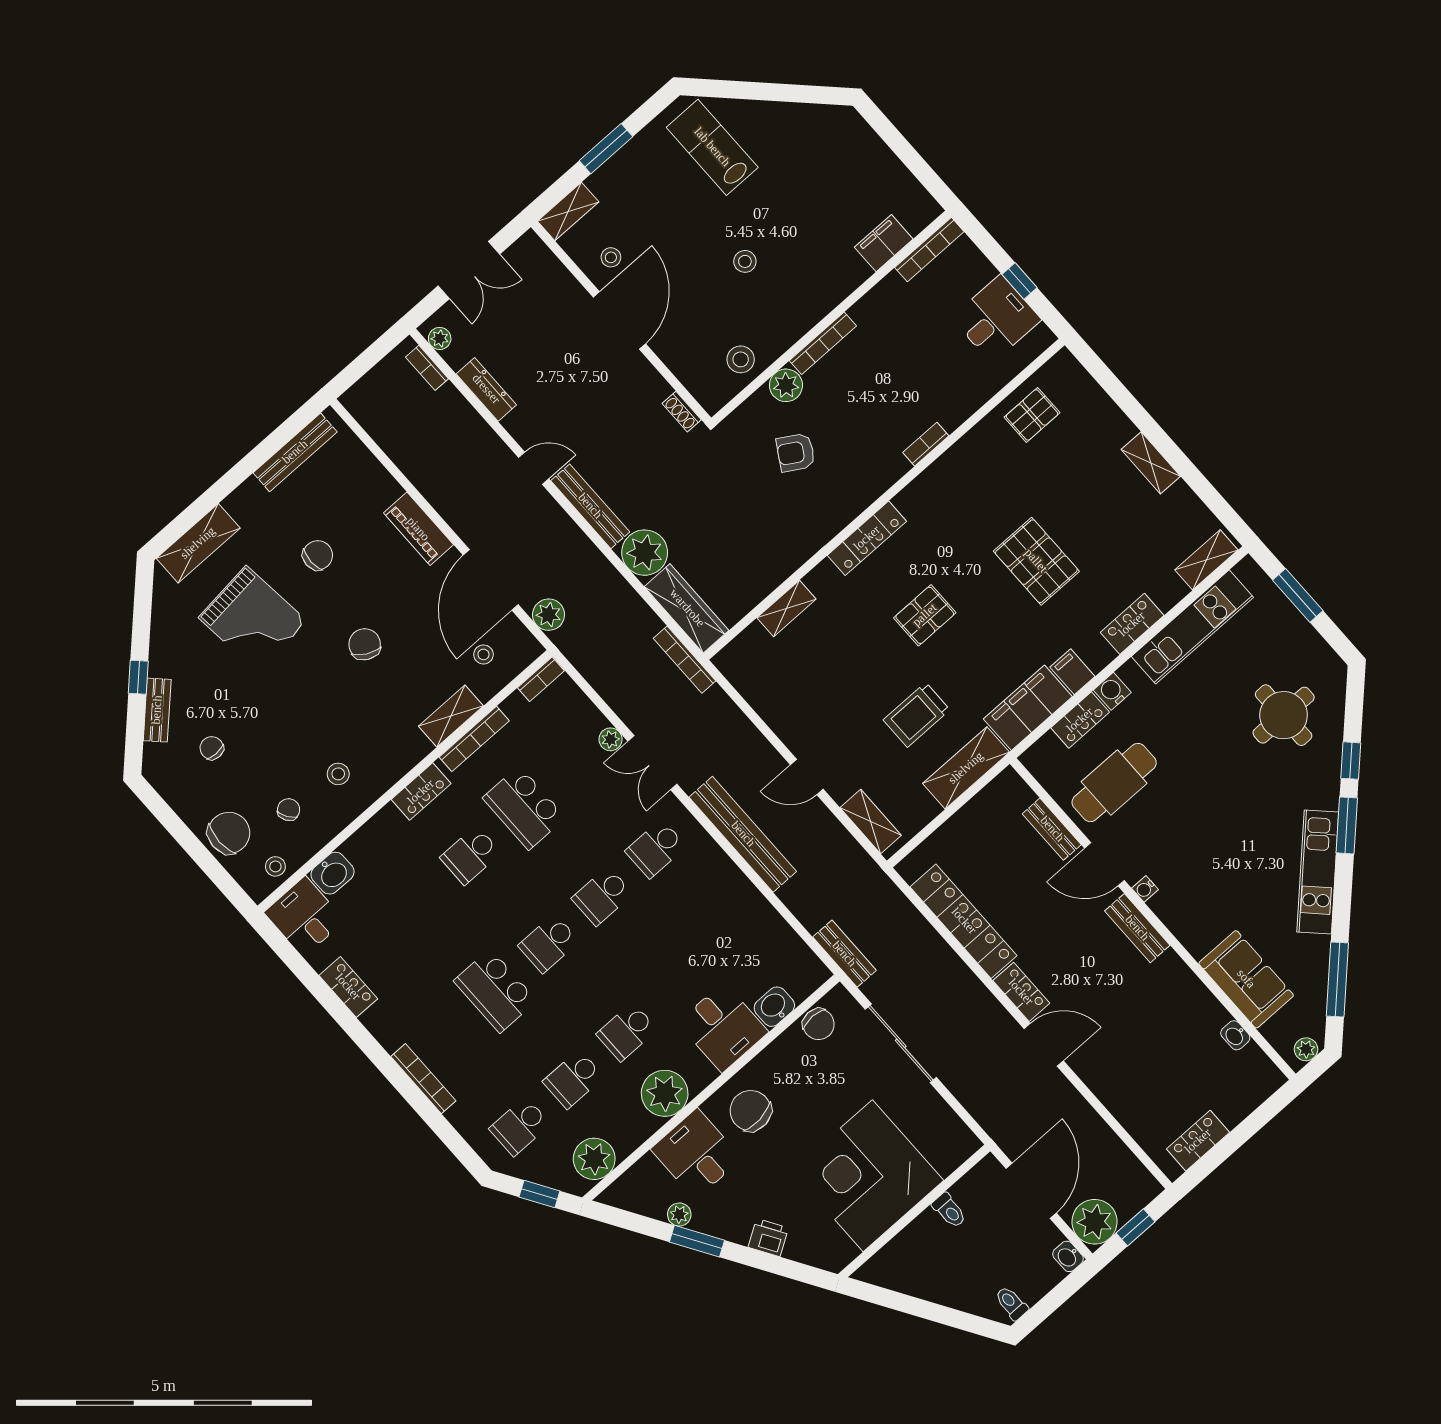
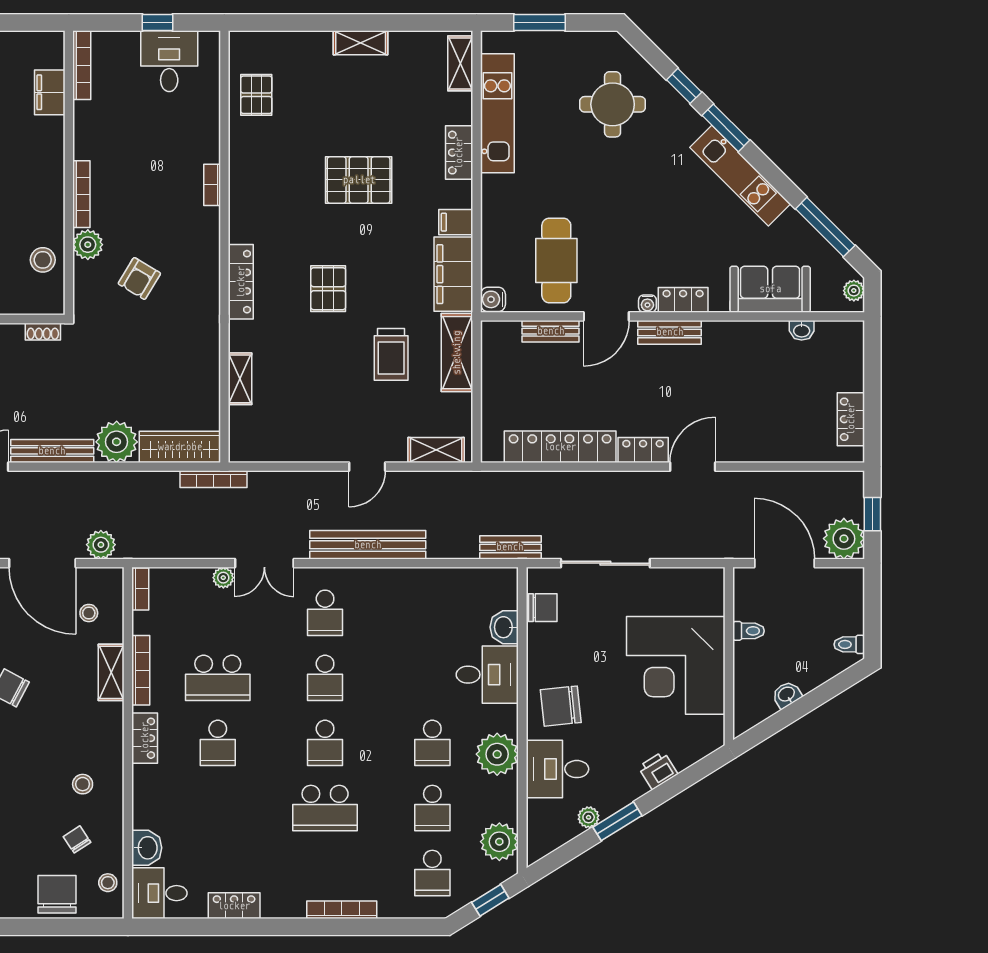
water cooler: (1112, 691) -> (493, 299), moved
locker: (1080, 720) -> (683, 300), moved, turned -90
washbasin: (1068, 1256) -> (787, 695), moved, turned 148

